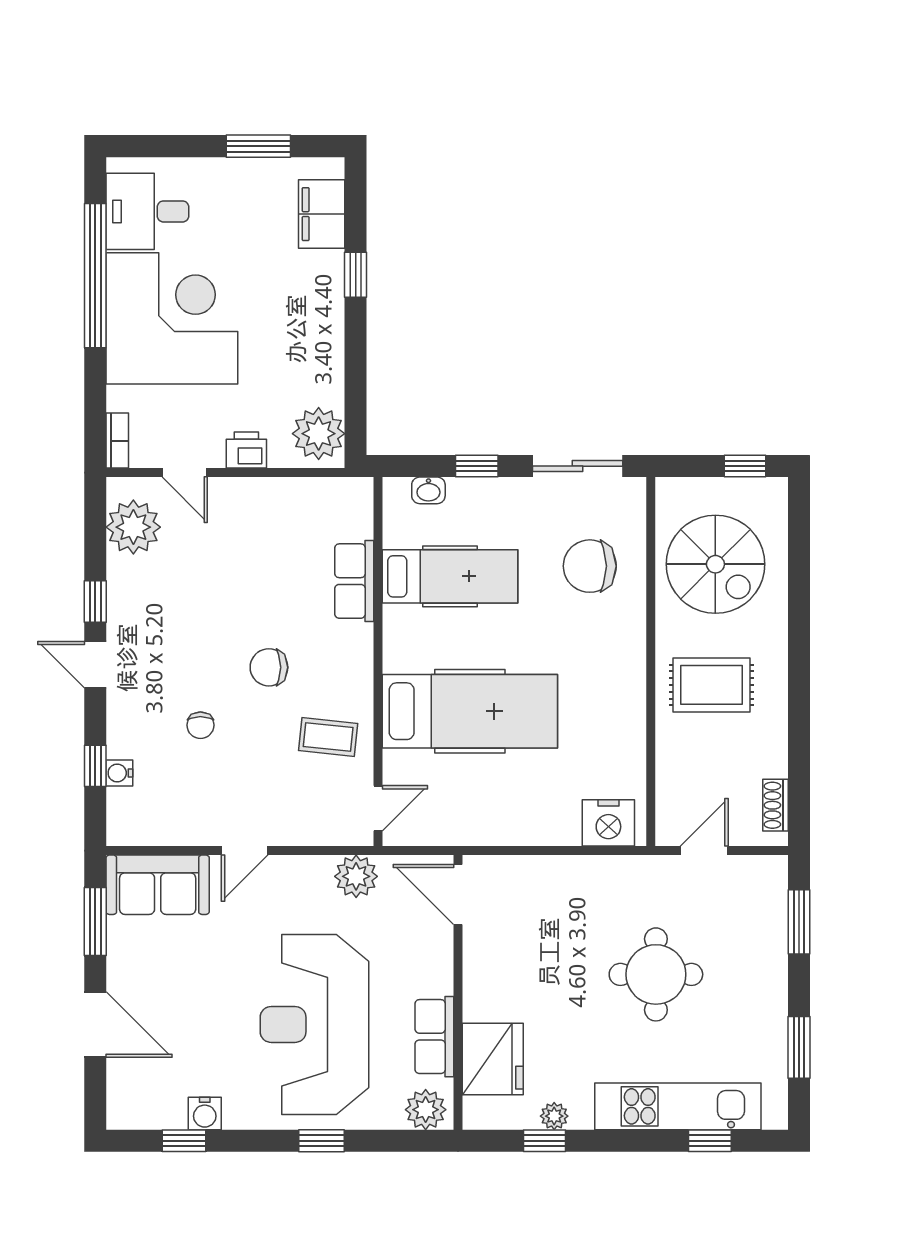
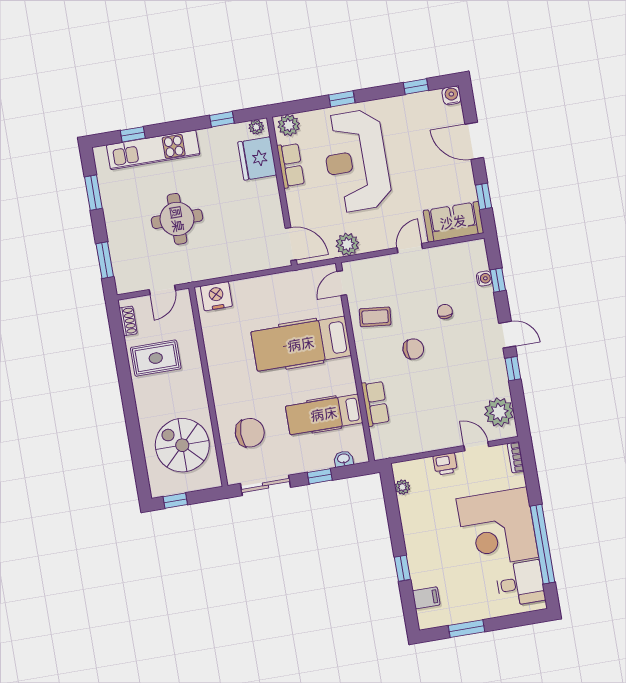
filing cabinet: (322, 214) -> (426, 598), width x0.50
plant: (319, 434) -> (402, 487), width x0.53, depth x0.53
rug: (711, 685) -> (156, 358), moved
window: (95, 921) -> (484, 196), width x0.67
reception desk: (315, 1024) -> (356, 161), turned 180
water cooler: (205, 1113) -> (452, 95), moved
plant: (554, 1116) -> (256, 127), moved

